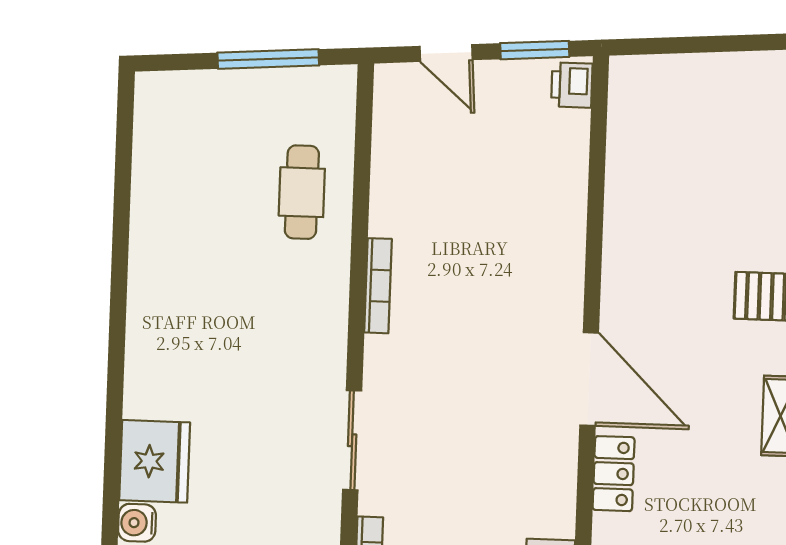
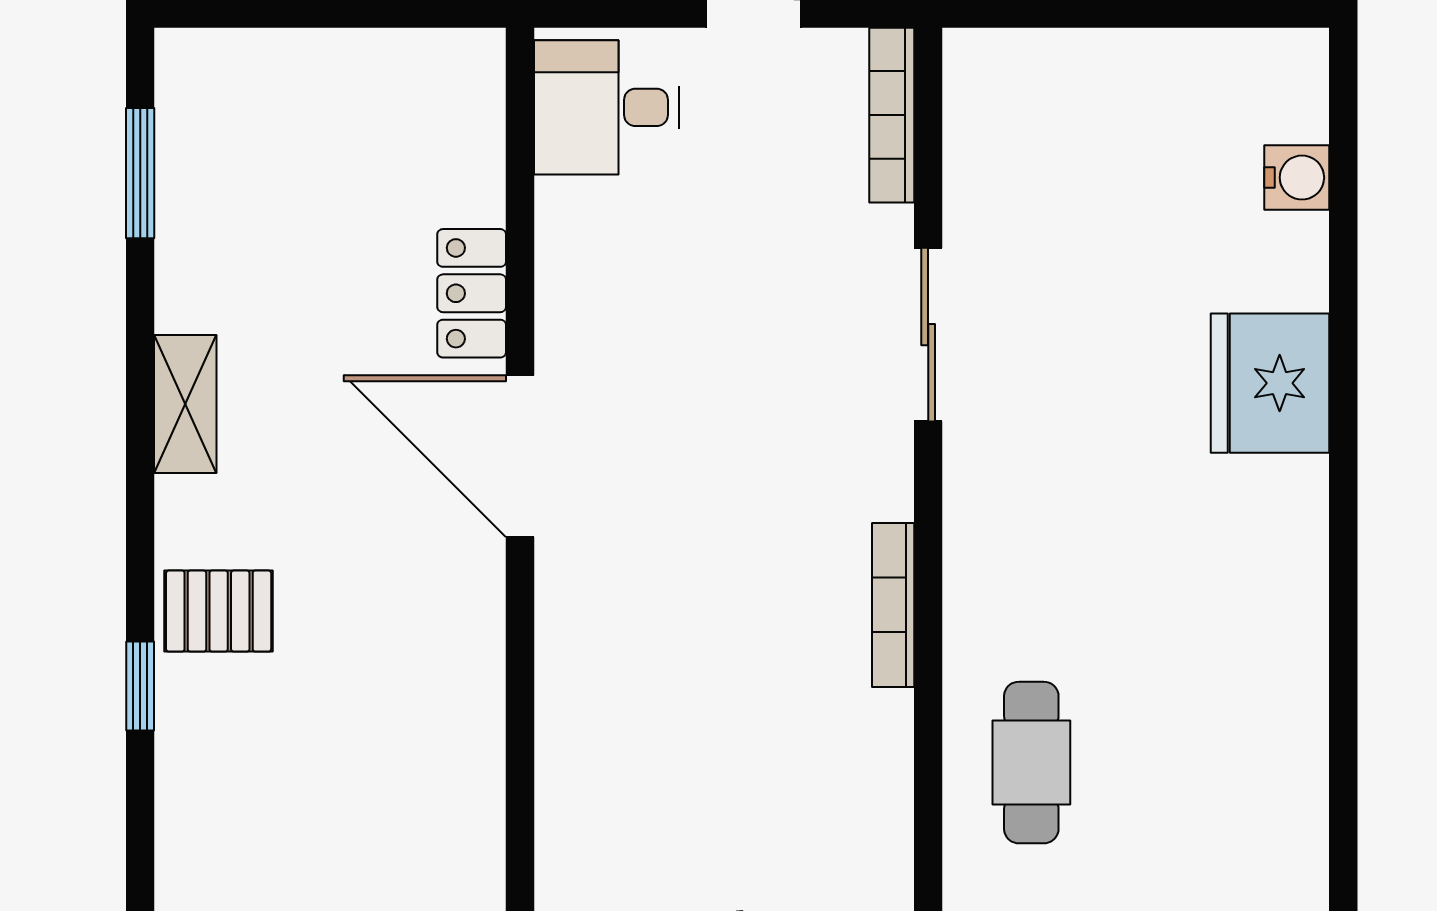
fridge: (155, 461) -> (1270, 383), moved

